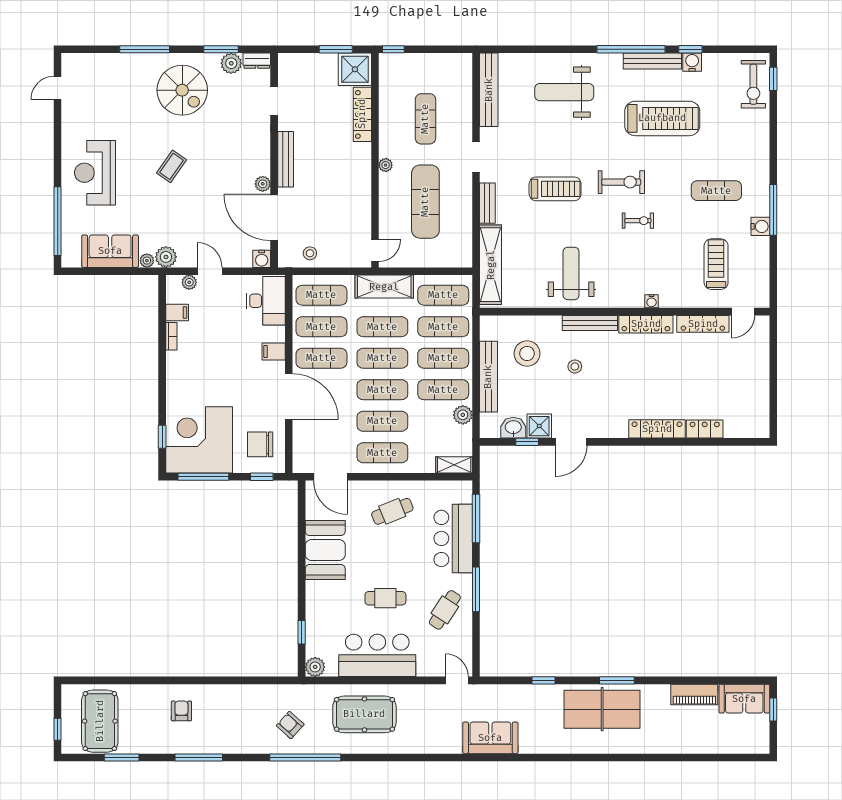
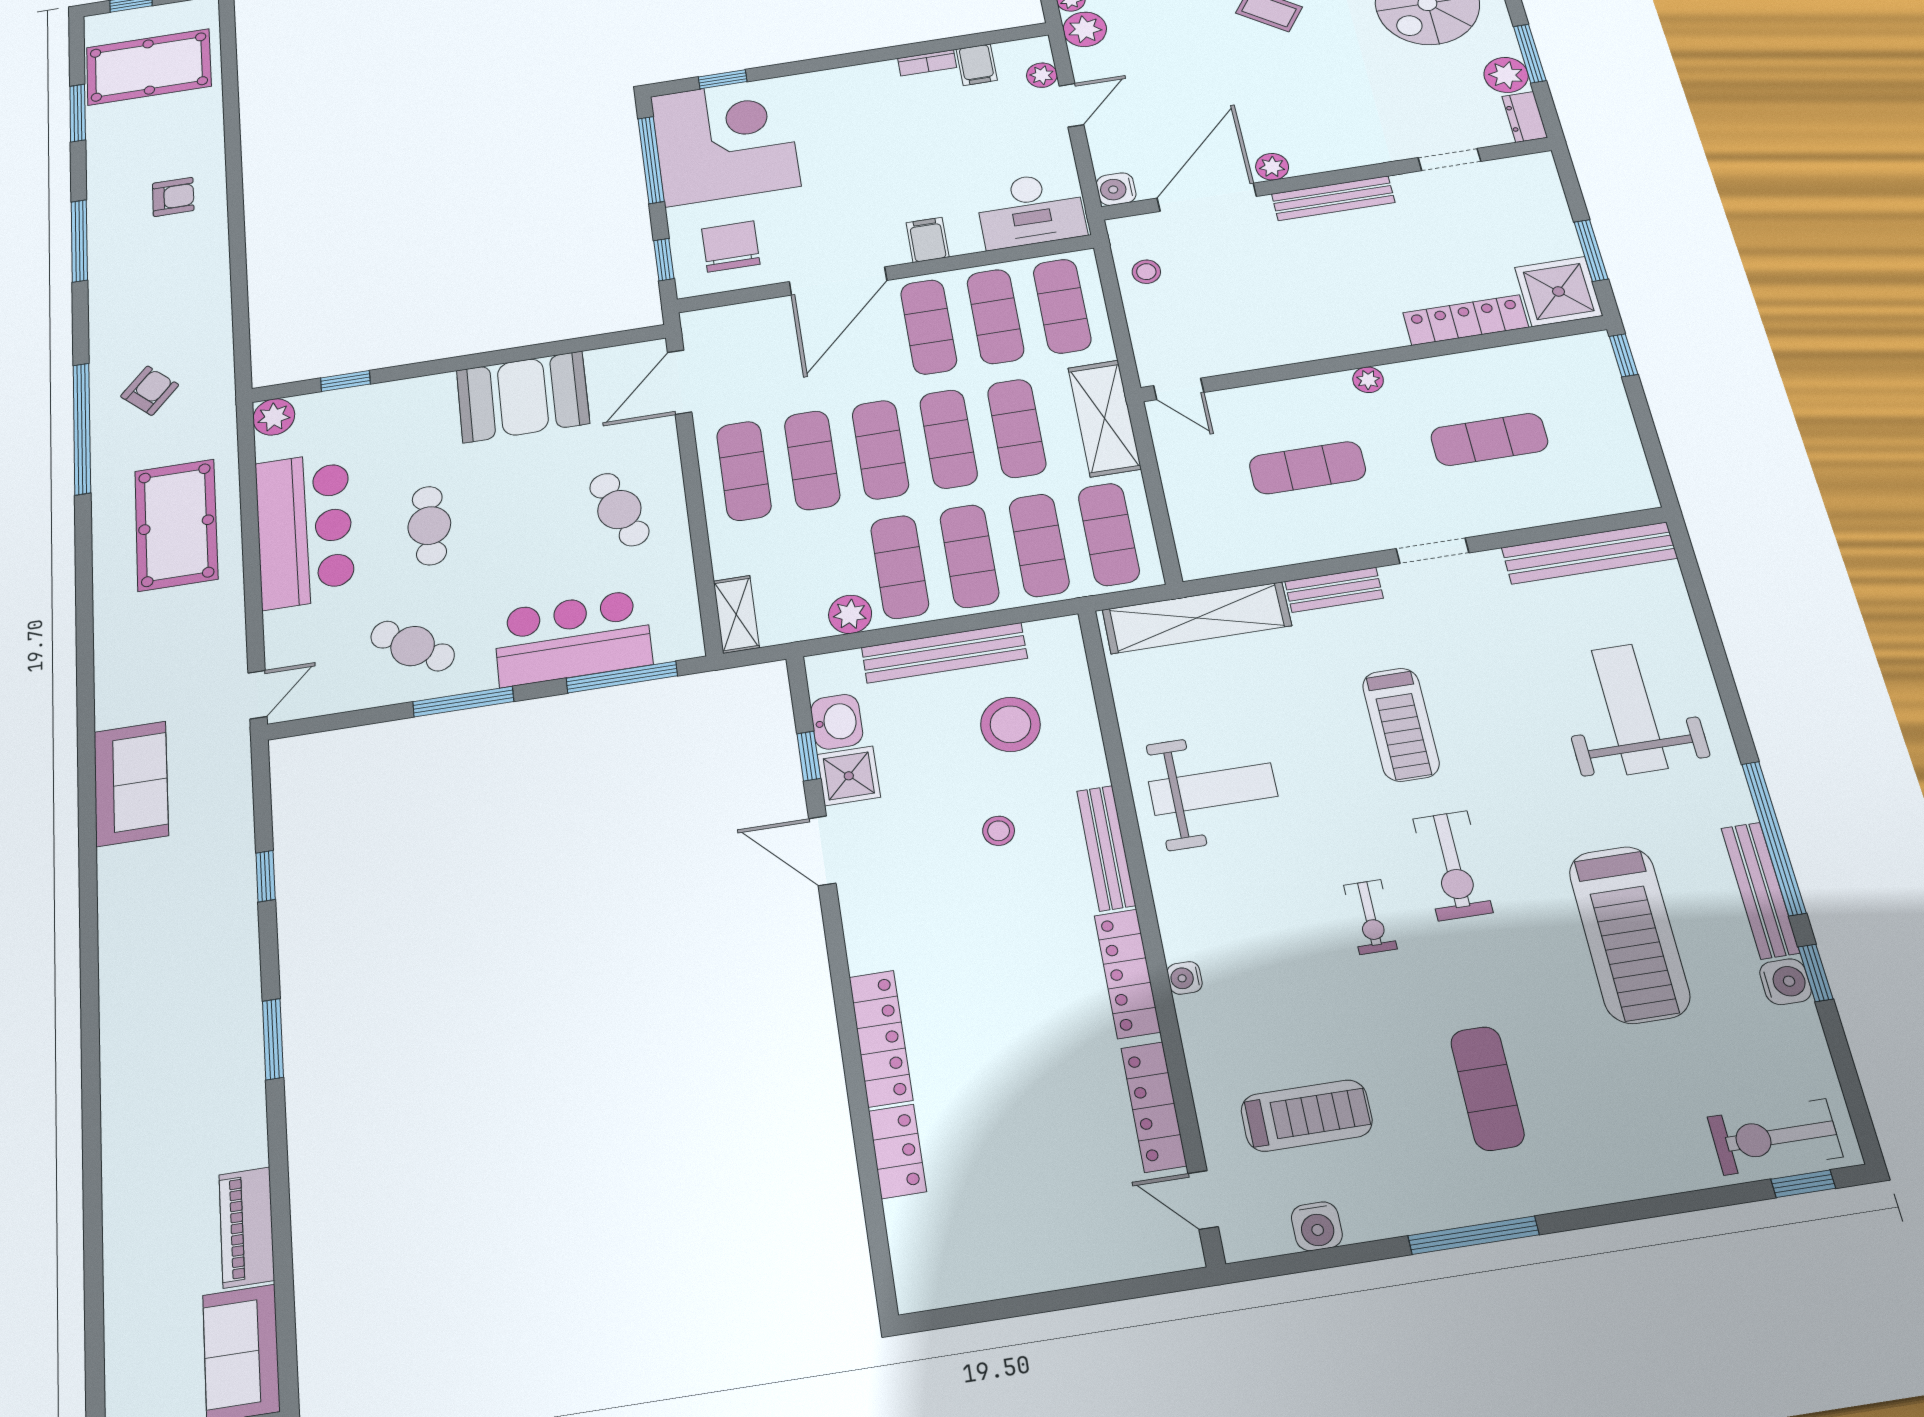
exercise mat: (425, 202) -> (1307, 468), width x0.73, depth x0.69
water cooler: (760, 226) -> (1317, 1226), moved
table tennis table: (602, 709) -> (204, 1016), removed

